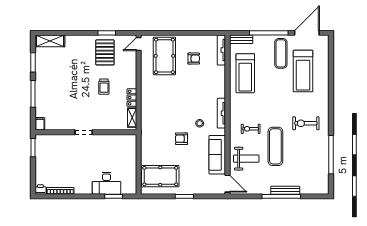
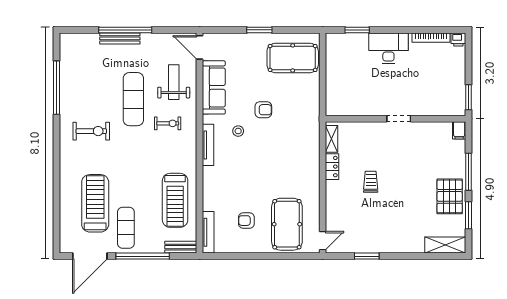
pallet: (105, 52) -> (450, 196), moved
treadmill: (245, 73) -> (175, 200), turned 180
weight bench: (246, 159) -> (174, 82), turned 90
desk: (107, 183) -> (388, 48), moved

